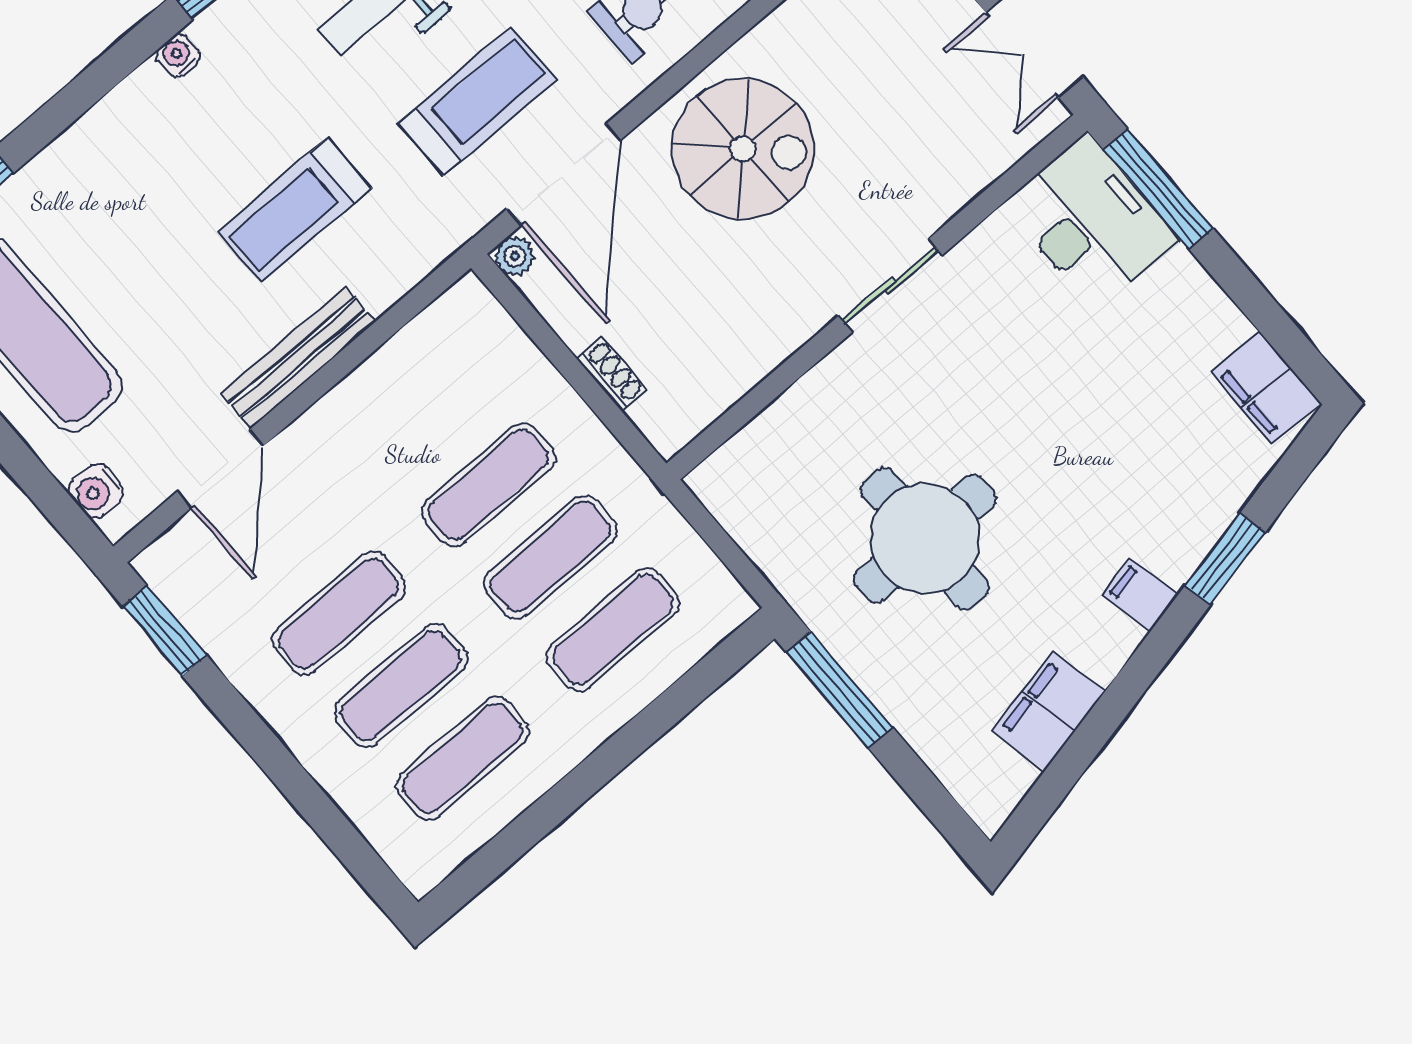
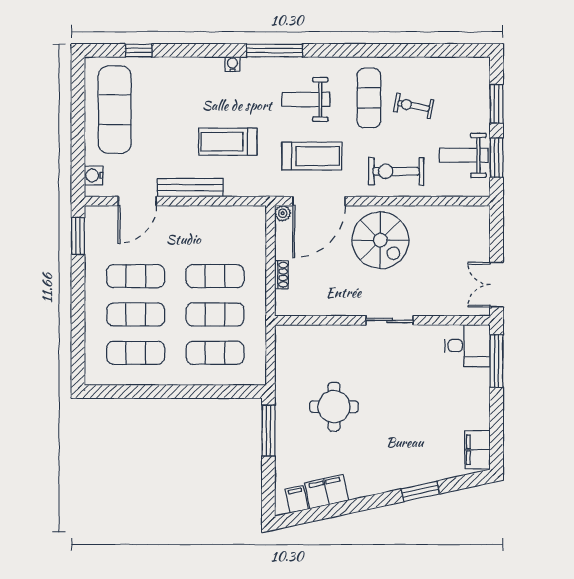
desk: (1091, 222) -> (468, 346), width x0.73
round table: (925, 539) -> (334, 407), width x0.73, depth x0.73
filing cabinet: (1140, 595) -> (297, 499), moved

